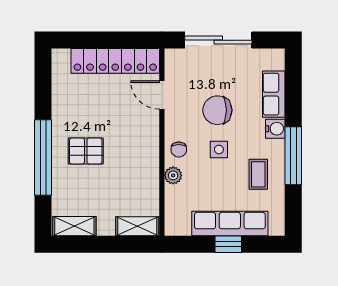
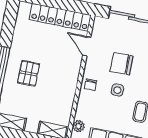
pallet: (86, 151) -> (29, 73), turned 90
plant: (173, 175) -> (79, 126), moved

